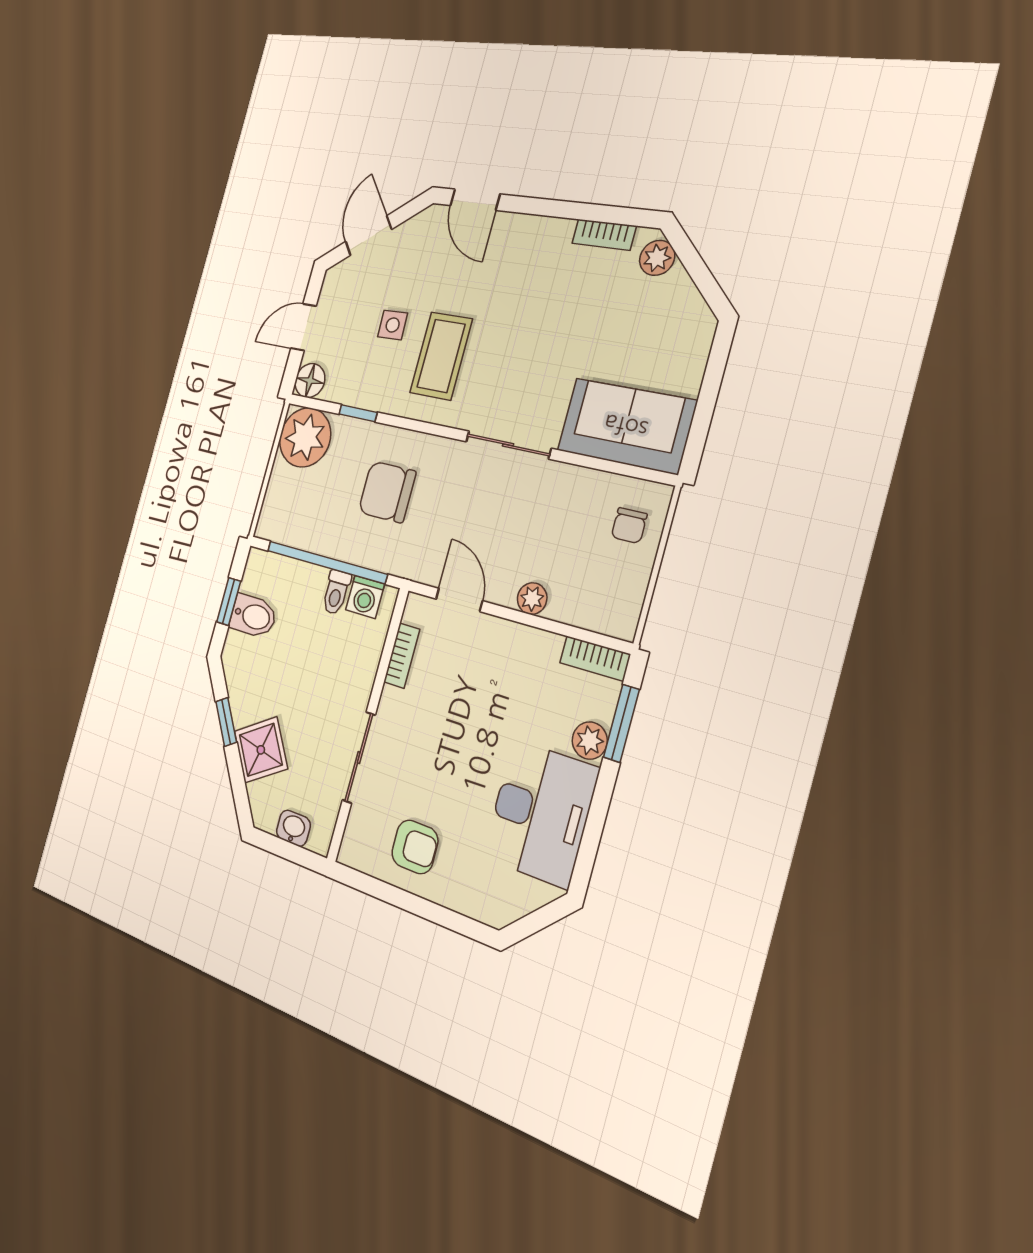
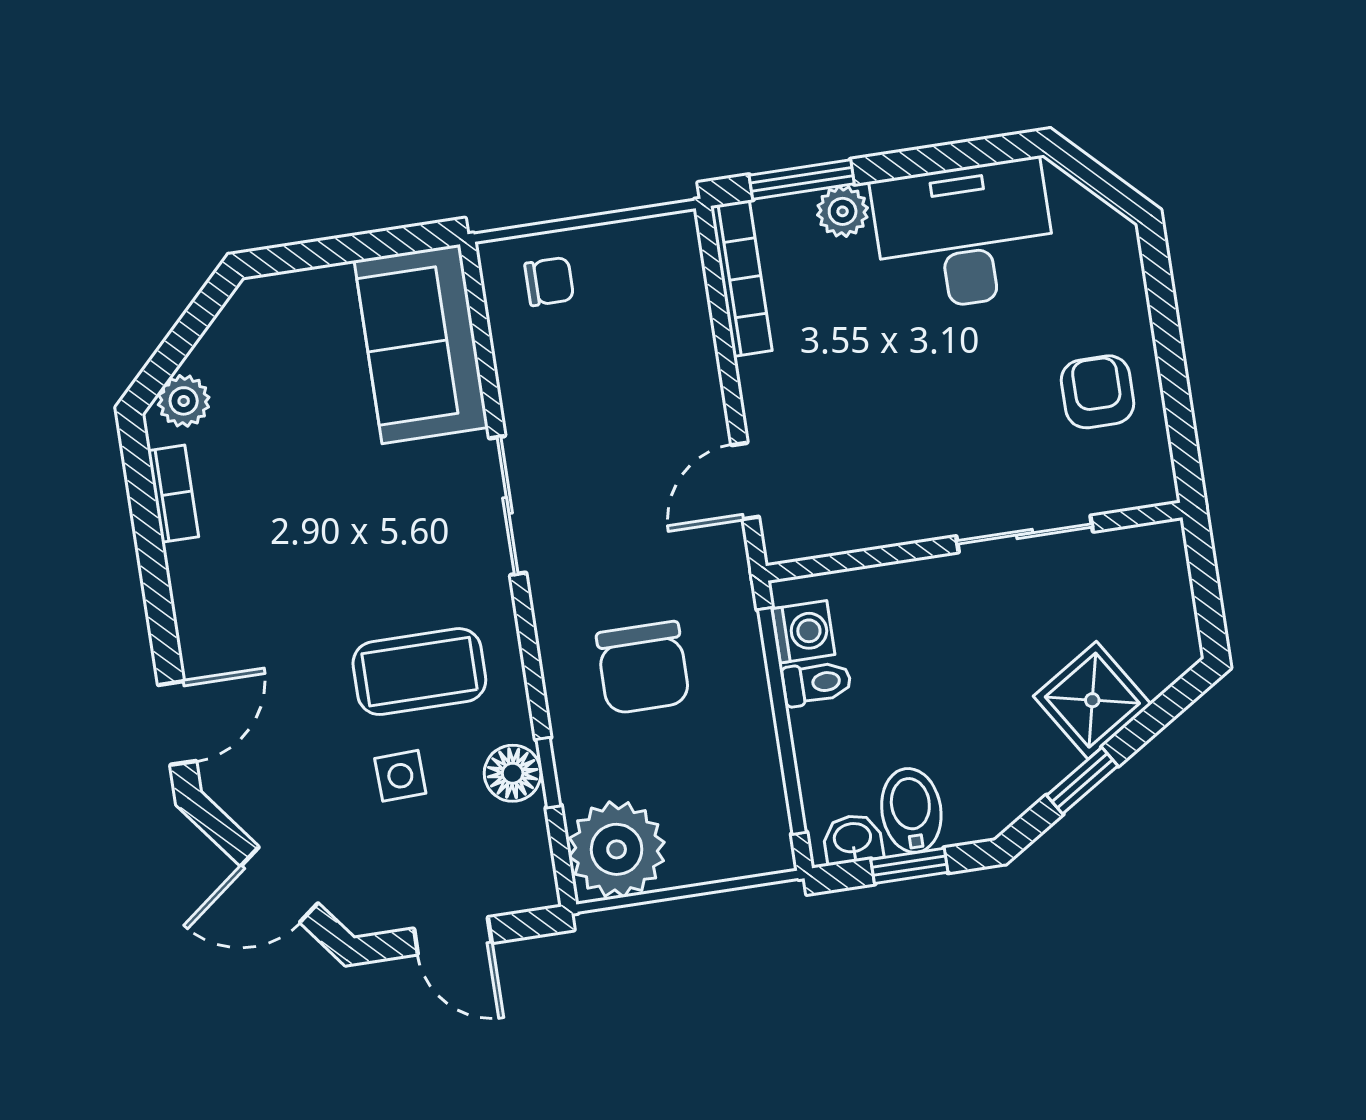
floor lamp: (310, 381) -> (513, 773), moved
plant: (532, 599) -> (698, 374), removed
bookcase: (402, 656) -> (858, 534), removed
bookcase: (595, 658) -> (741, 278), width x1.56
washbasin: (293, 828) -> (853, 839), moved, turned 90

